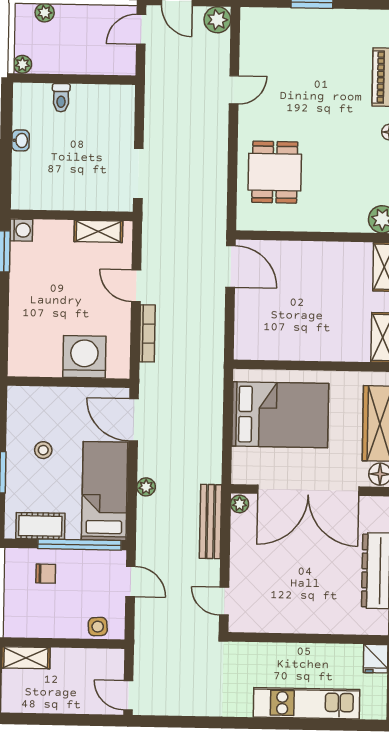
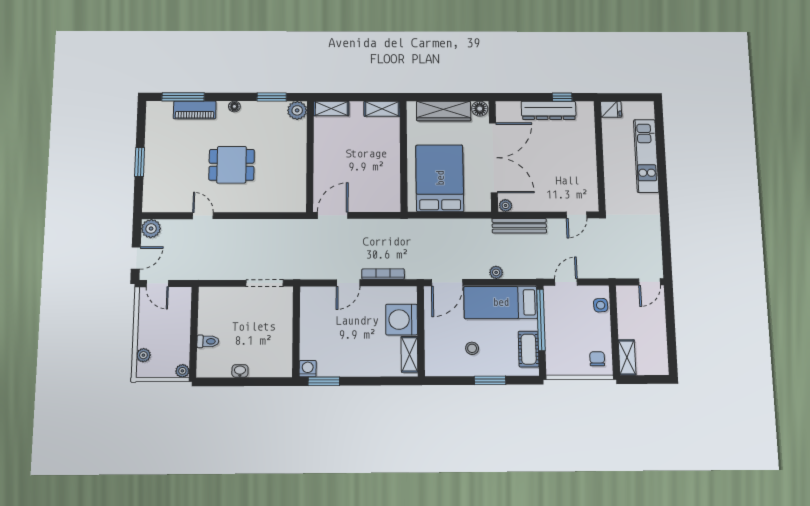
dining table: (275, 172) -> (232, 165), moved
shelving: (98, 231) -> (409, 354), moved
chair: (46, 574) -> (597, 359), moved

